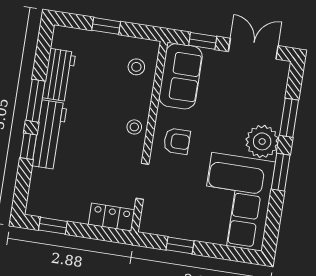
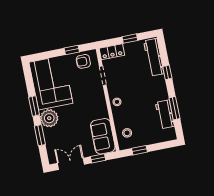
window: (106, 26) -> (140, 150), moved
double door: (253, 49) -> (71, 164), swing flipped
window: (35, 101) -> (174, 108), moved
workbench: (50, 135) -> (154, 57), moved
armchair: (177, 141) -> (83, 61), moved
window: (53, 226) -> (130, 39), moved

